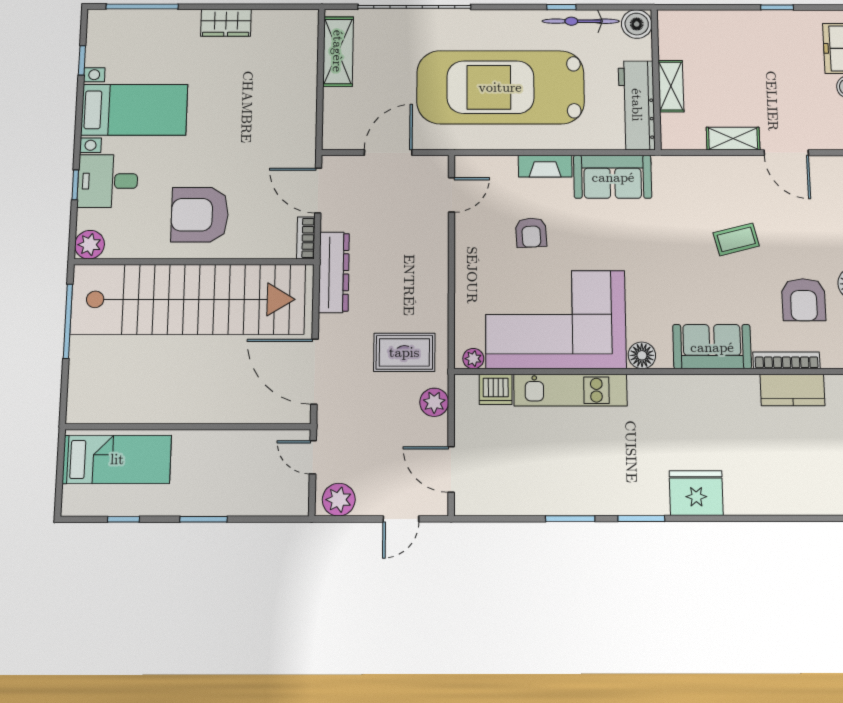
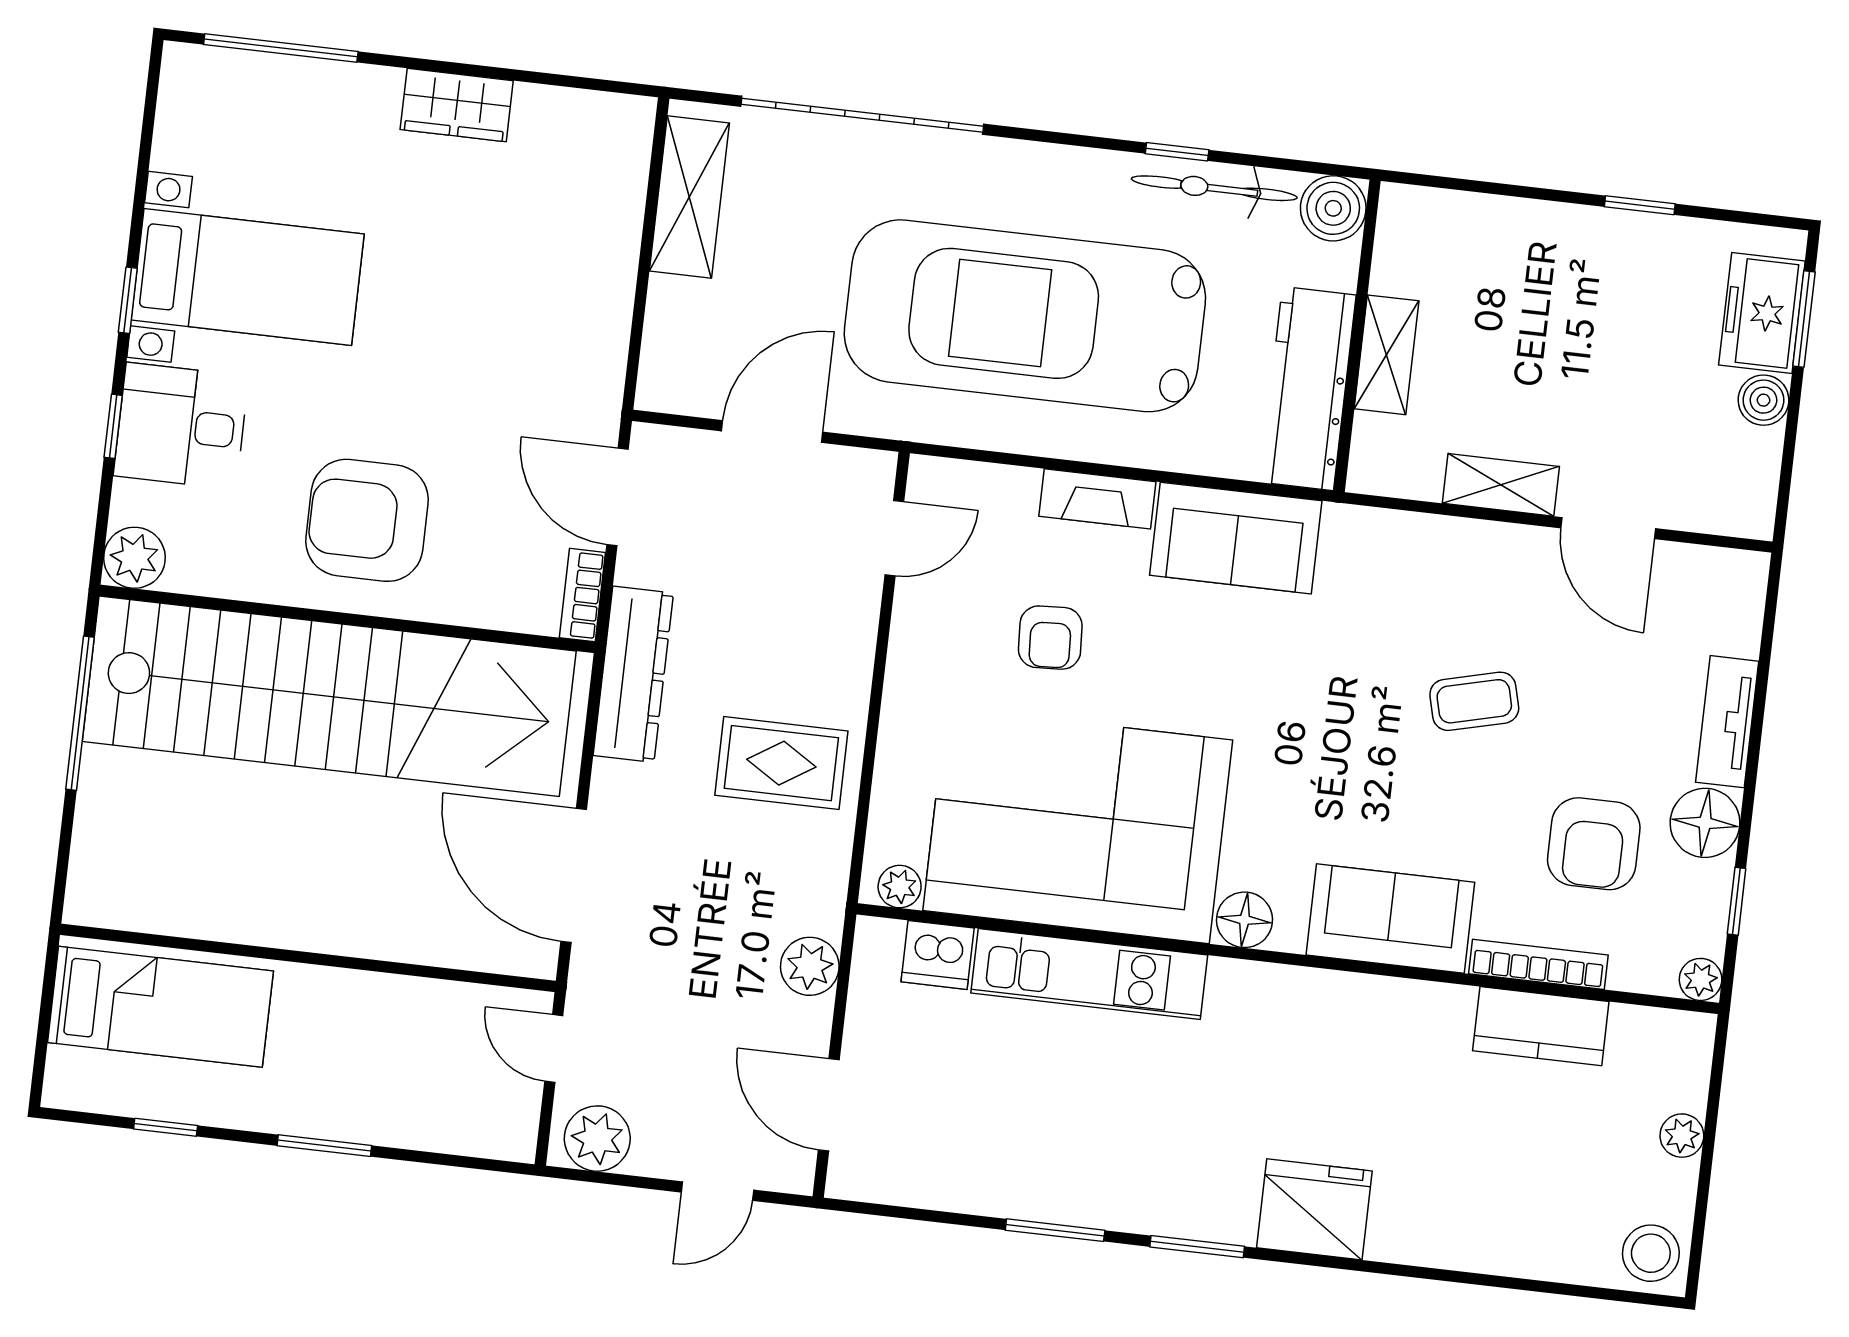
window: (82, 60) -> (128, 300), moved
rug: (404, 352) -> (781, 763), moved

